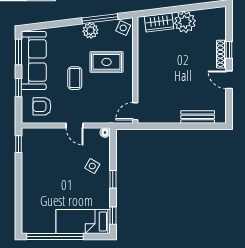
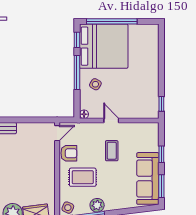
coffee table: (75, 78) -> (112, 151), moved
armchair: (42, 106) -> (69, 153), moved
window: (113, 179) -> (77, 73), width x2.17
bed: (83, 221) -> (104, 46), width x2.04
window: (55, 236) -> (112, 21), moved

